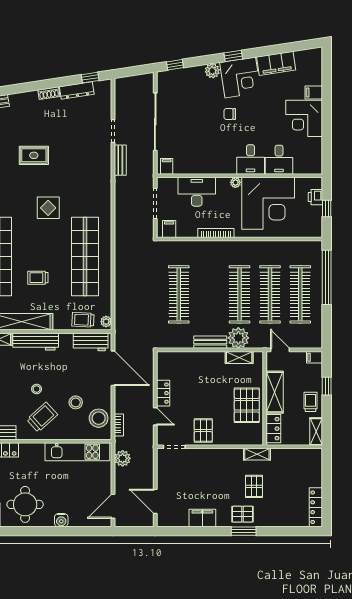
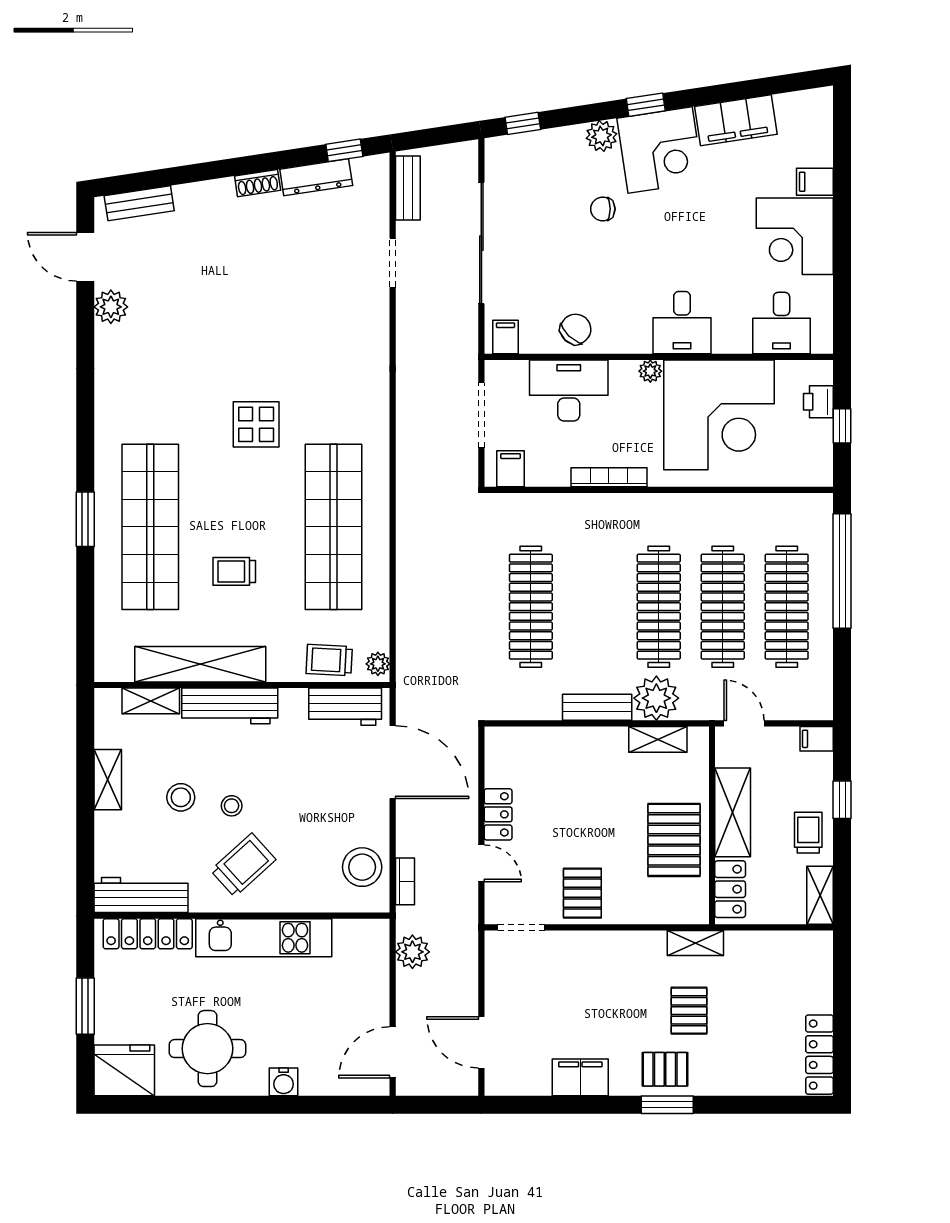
chair: (230, 114) -> (603, 209), moved
rug: (34, 155) -> (226, 314), removed
bench: (120, 160) -> (408, 188), moved
desk: (279, 160) -> (782, 323), moved
chair: (200, 163) -> (576, 329), added
stool: (76, 402) -> (181, 797), moved
kitchen unit: (77, 452) -> (264, 938), moved

